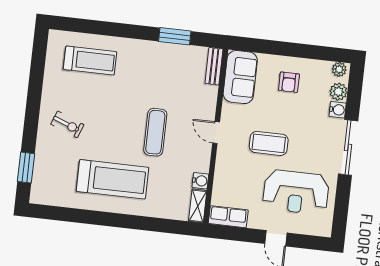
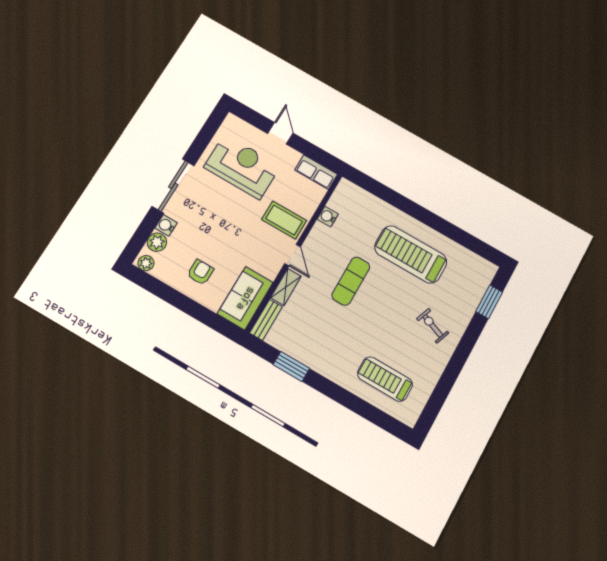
coffee table: (269, 143) -> (284, 220), moved
shelving: (198, 206) -> (286, 287), moved

